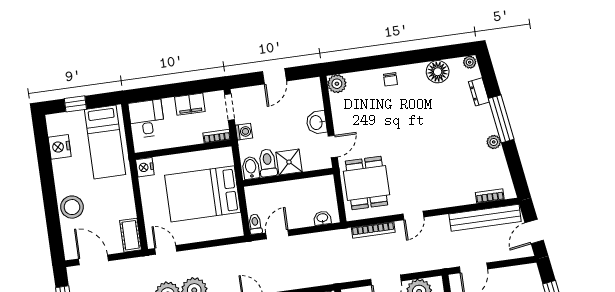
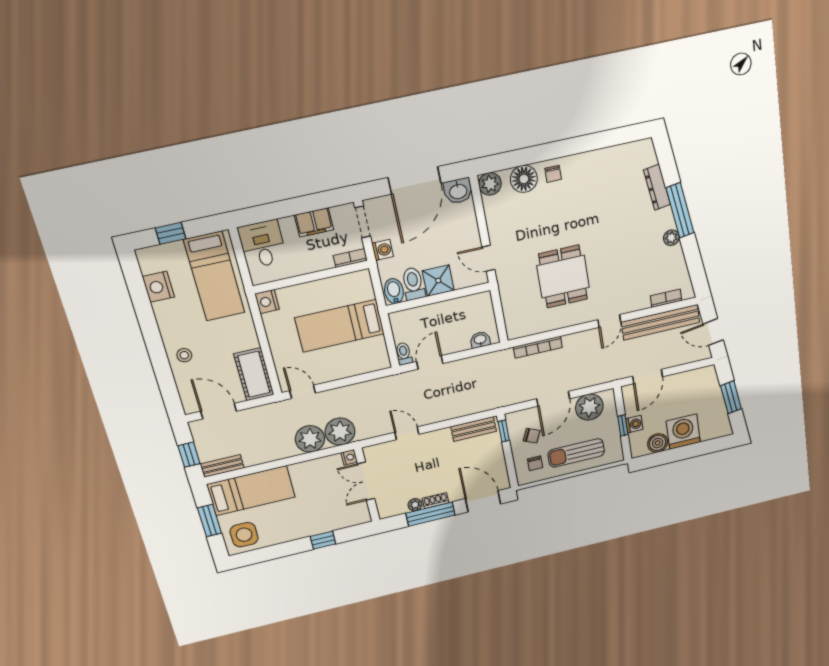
plant: (470, 62) -> (645, 146), removed
floor lamp: (438, 72) -> (524, 179), moved
door: (274, 76) -> (415, 180), width x1.87
dresser: (479, 92) -> (657, 187), width x1.44
washbasin: (317, 122) -> (458, 191), moved, turned -90
door: (333, 146) -> (488, 258), swing flipped
dining table: (366, 183) -> (563, 277), moved
bed: (203, 194) -> (340, 326), width x0.67
stool: (72, 207) -> (184, 355), width x0.53, depth x0.53
door: (413, 215) -> (609, 321), moved
door: (534, 232) -> (713, 332), hinge flipped
cot: (131, 235) -> (254, 374), width x1.37, depth x1.34

